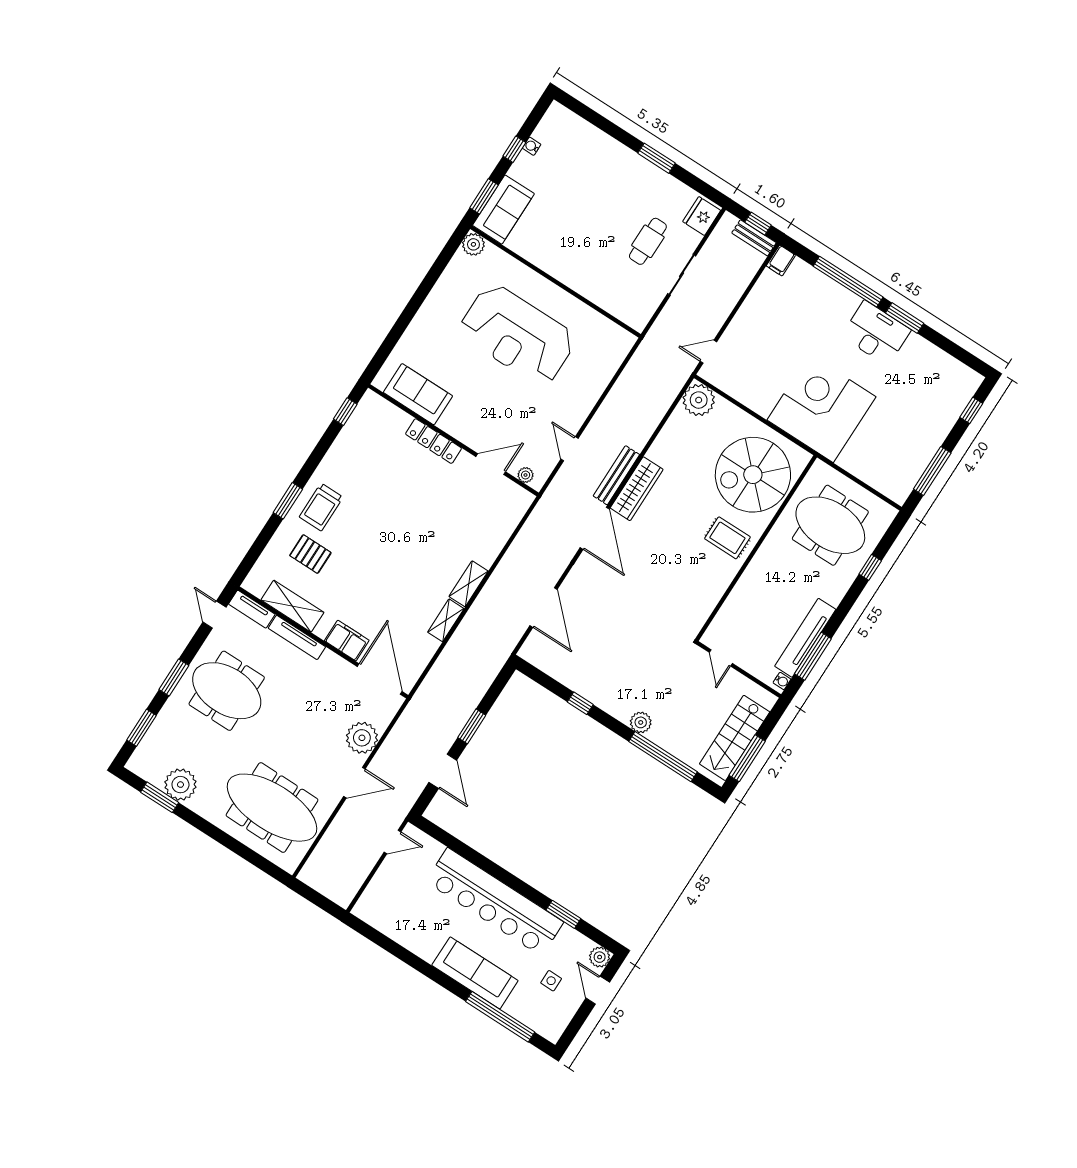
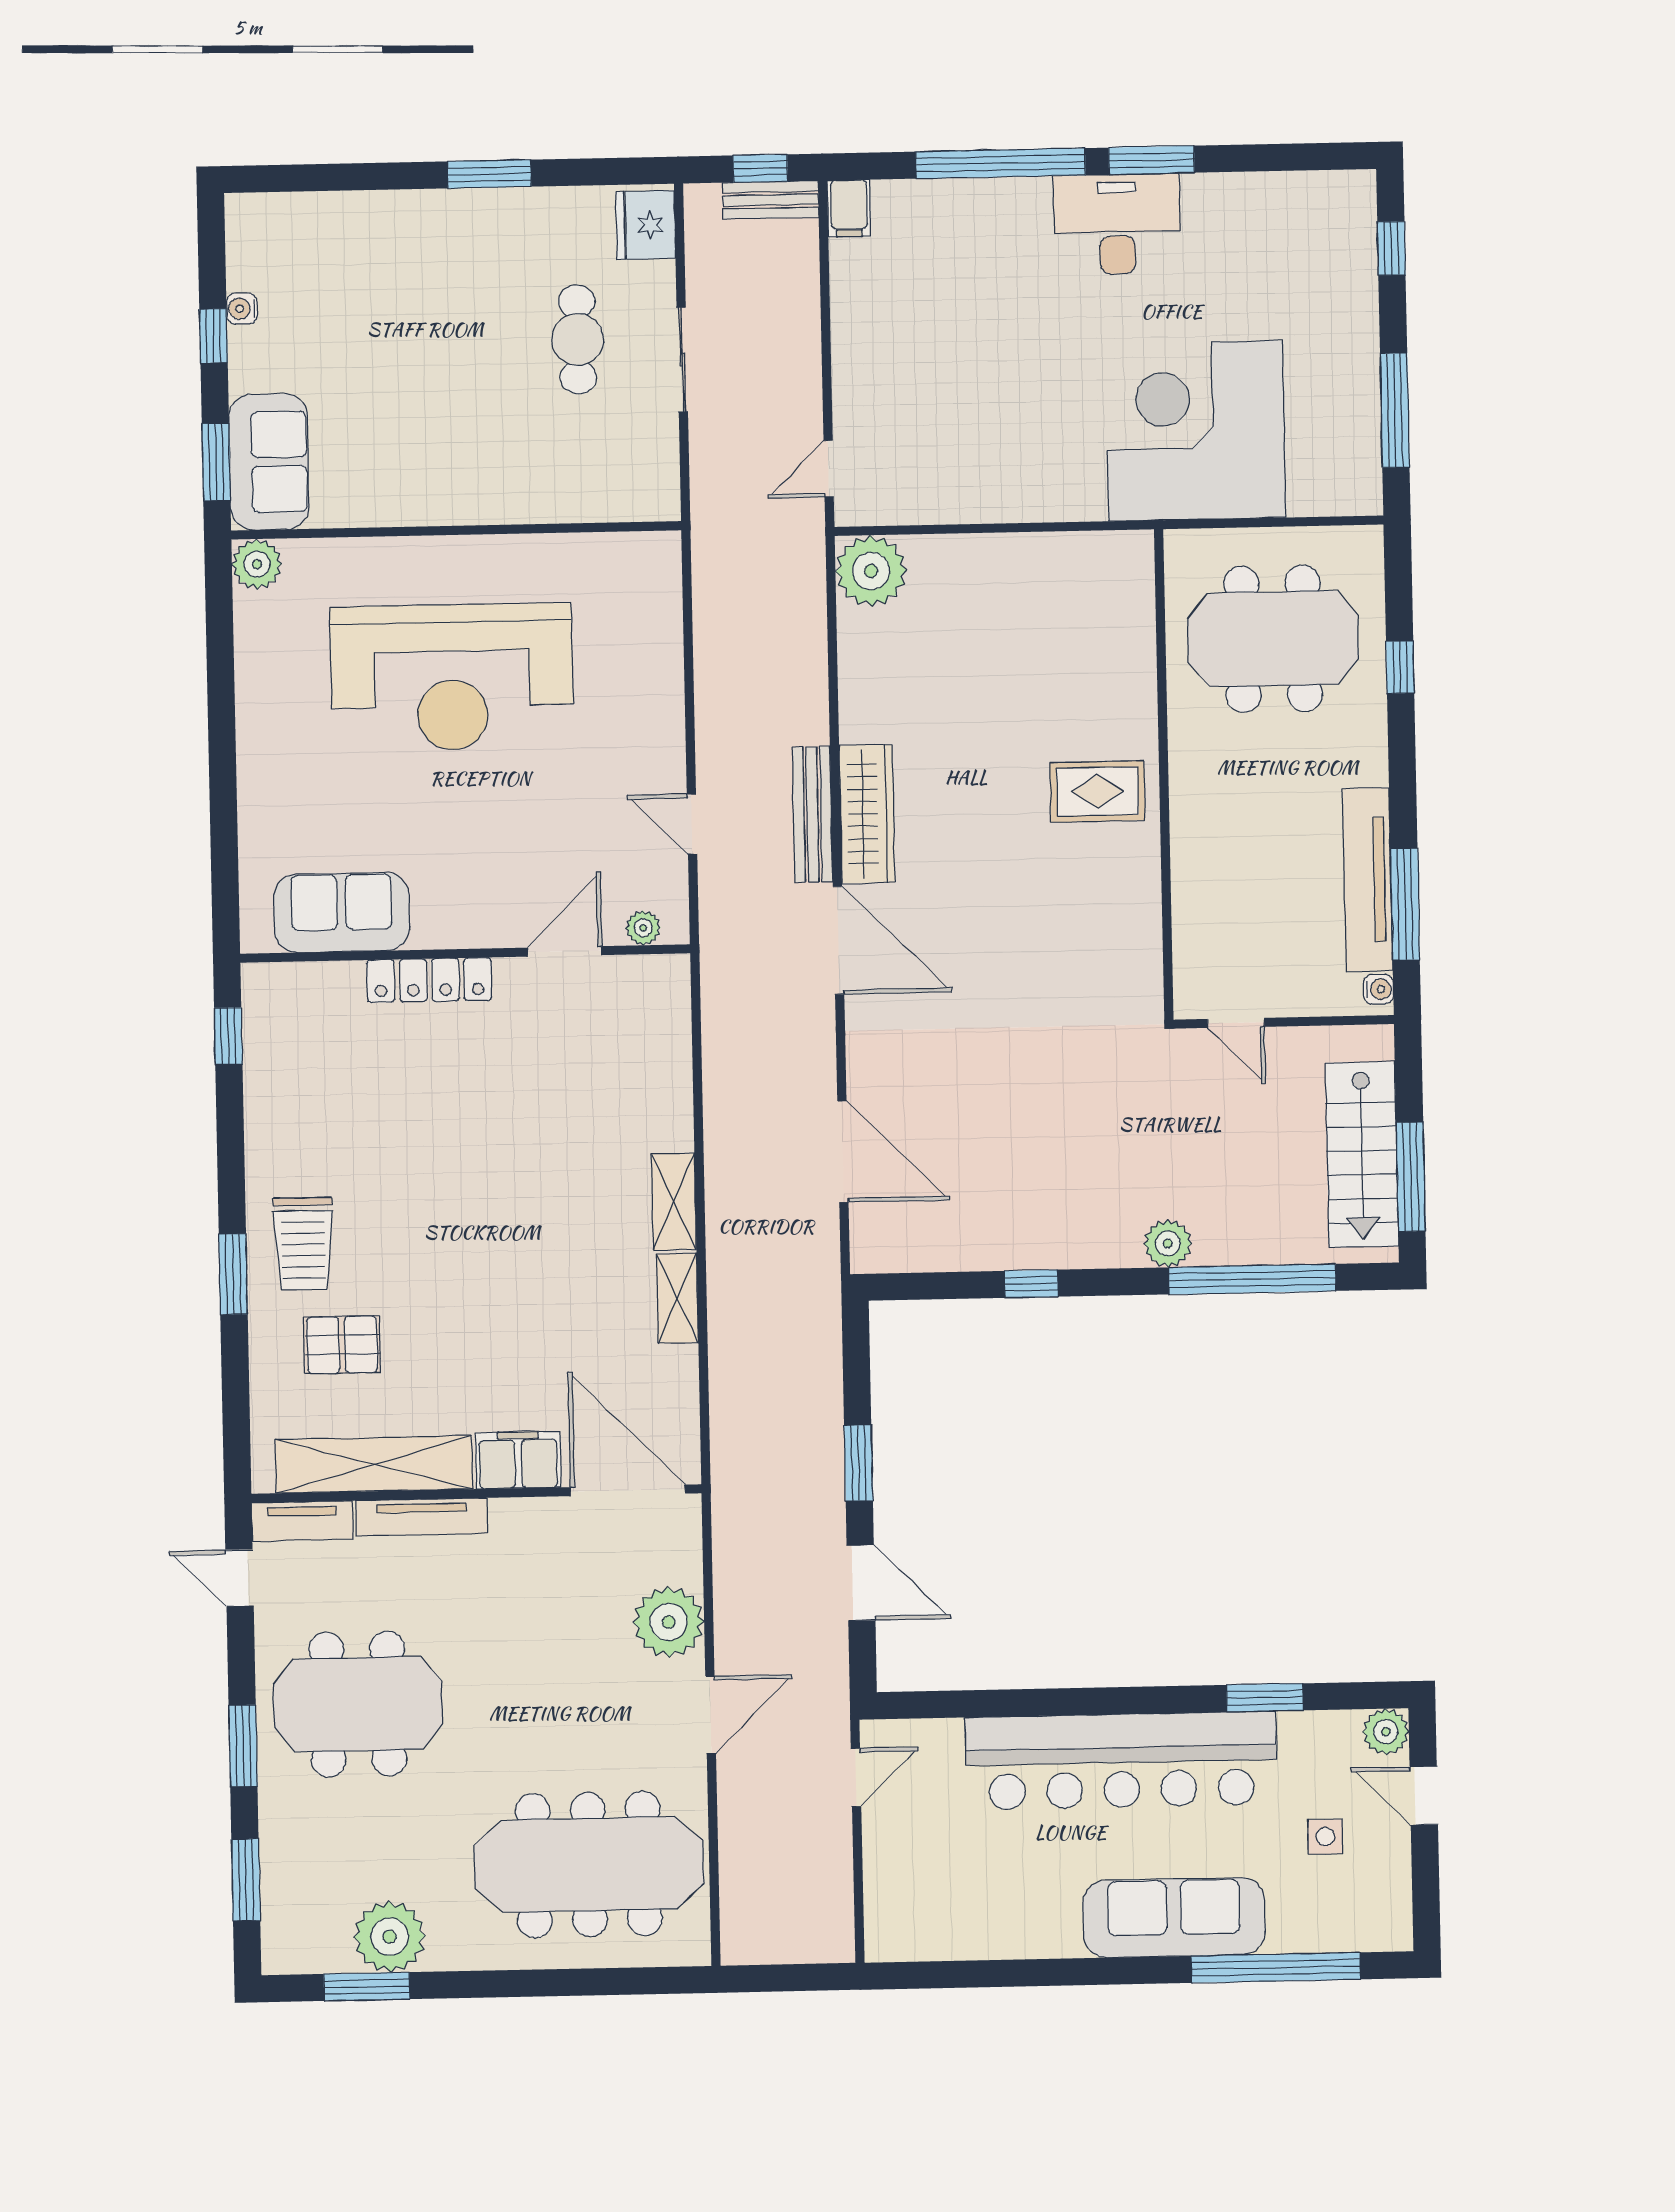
corner desk: (821, 408) -> (1195, 431), moved
spiral stairs: (753, 475) -> (1066, 642), removed
shelving: (292, 606) -> (374, 1464), width x1.47

